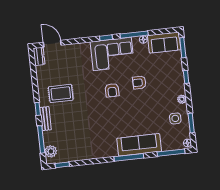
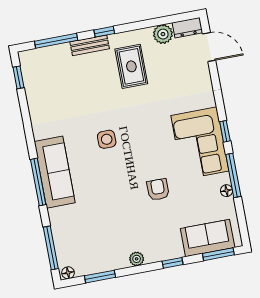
sofa: (164, 43) -> (208, 238), moved, turned 90
door: (52, 44) -> (209, 47), hinge flipped
armchair: (112, 90) -> (142, 147), removed
side table: (175, 118) -> (107, 139), moved
sofa: (139, 145) -> (55, 172), moved
plant: (51, 151) -> (163, 34), moved

